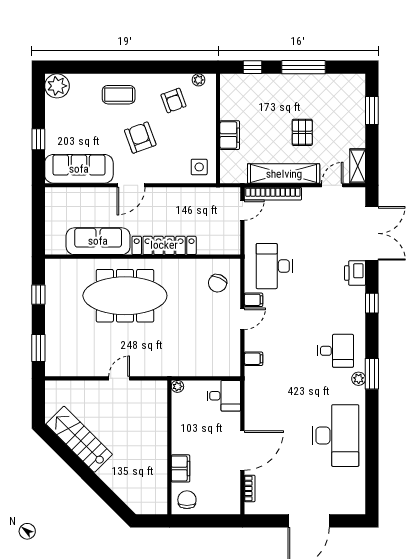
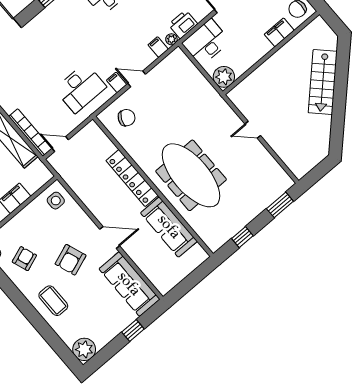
printer: (355, 273) -> (183, 24), moved, turned 180
plant: (250, 375) -> (171, 39), added
plant: (177, 386) -> (224, 77), width x1.87, depth x1.87
desk: (224, 396) -> (206, 42), width x1.37
stairs: (79, 439) -> (323, 82), moved

